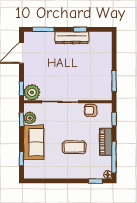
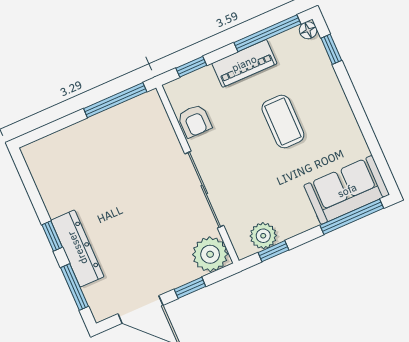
window: (80, 29) -> (52, 236), moved
dresser: (72, 38) -> (77, 248), moved
window: (114, 81) -> (115, 100), width x1.44
window: (21, 88) -> (190, 288), moved
sofa: (34, 142) -> (347, 190), moved
window: (21, 159) -> (352, 217), width x2.17

